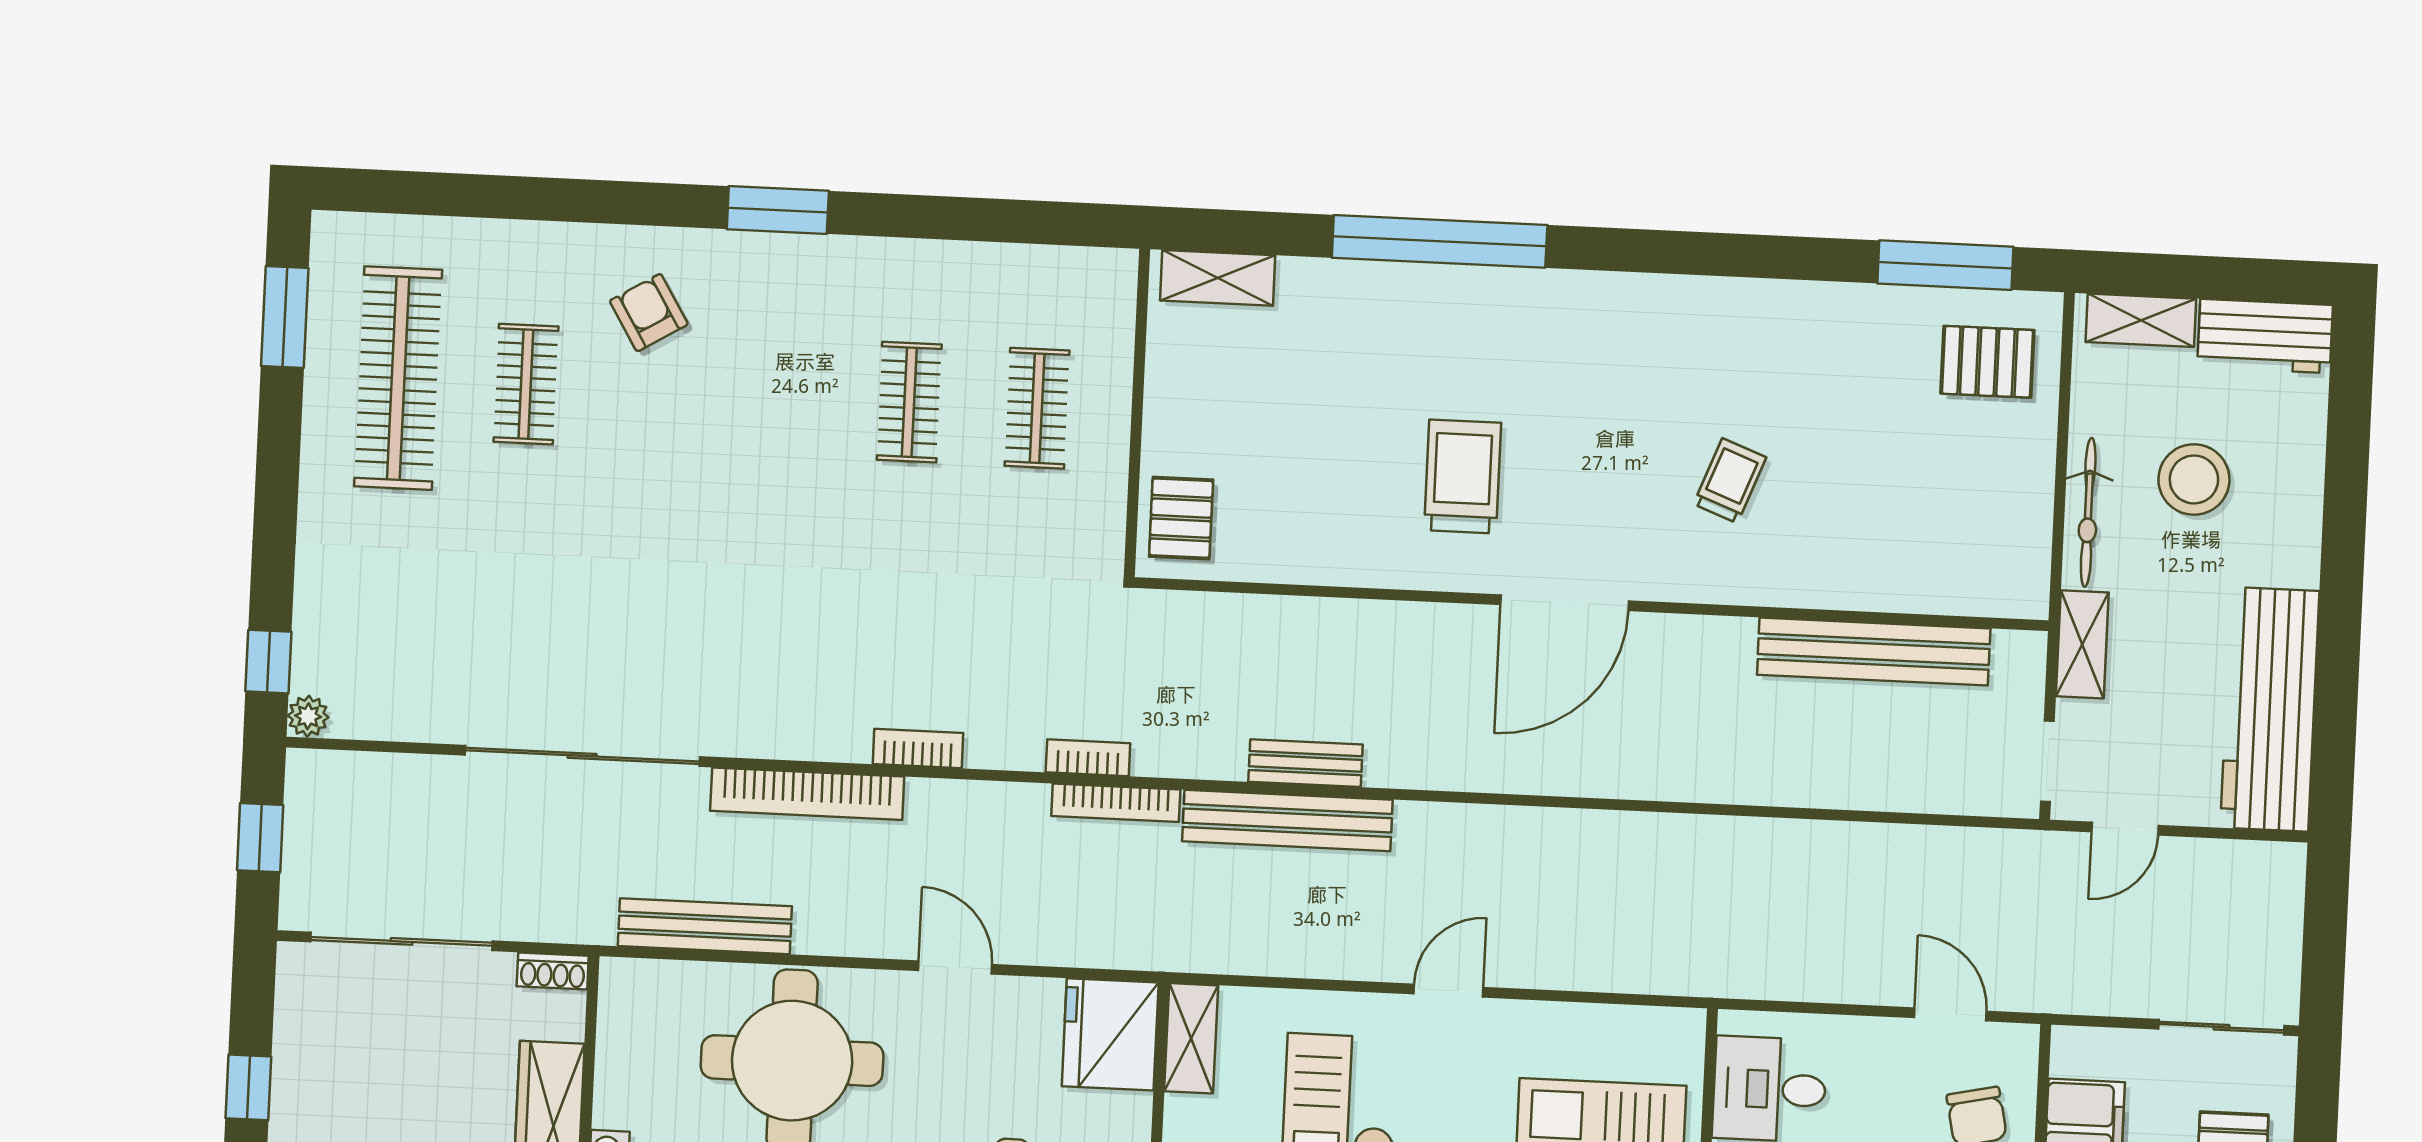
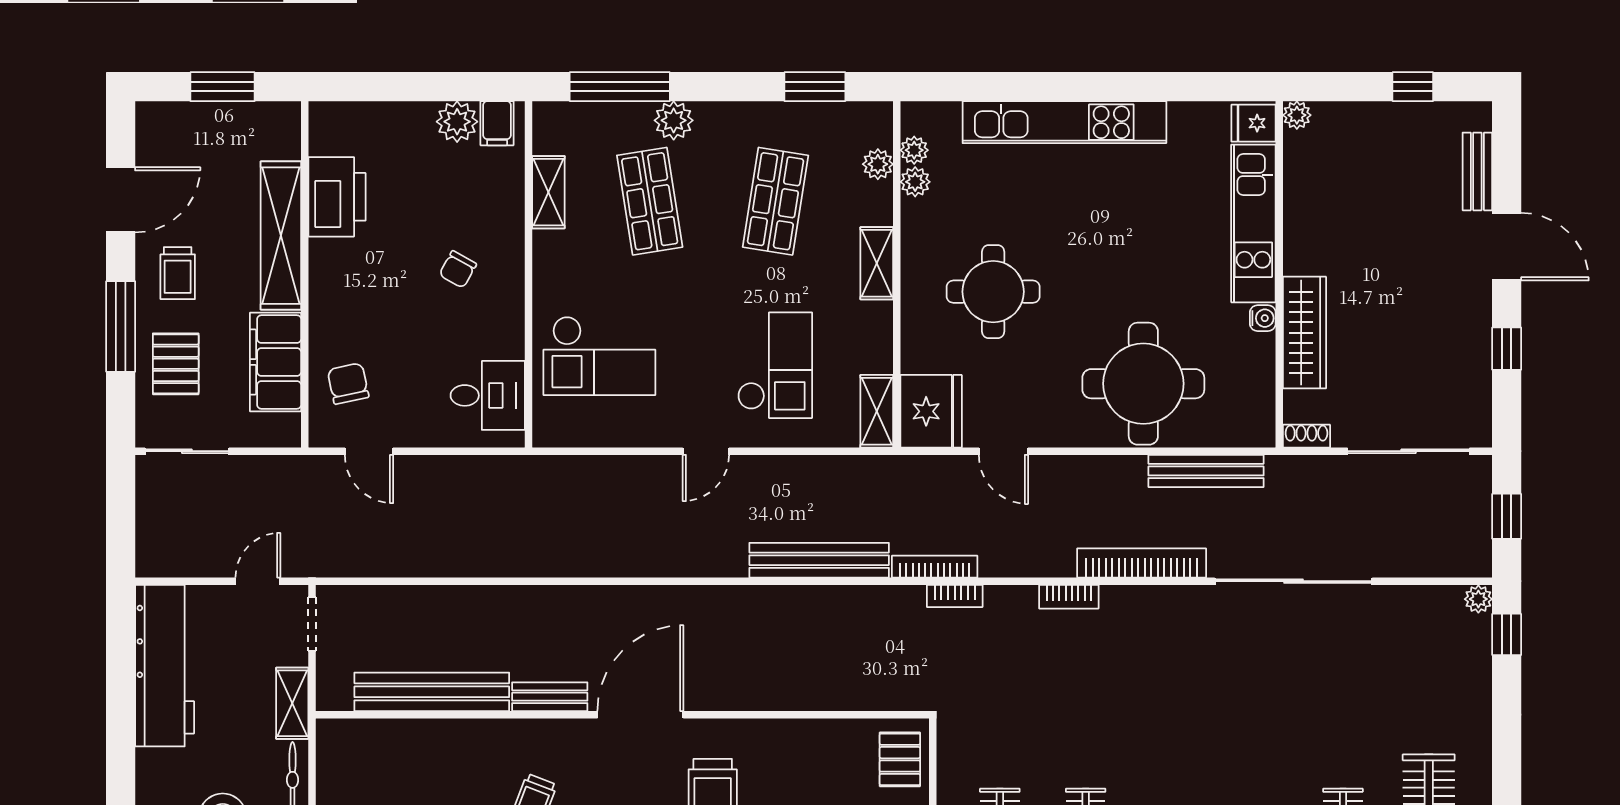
bench: (1305, 763) -> (550, 697), moved
door: (955, 967) -> (1003, 451), moved

